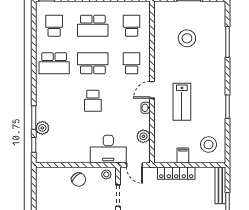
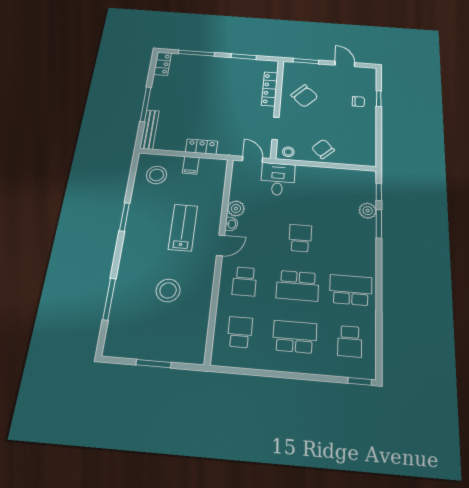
school desk: (132, 26) -> (240, 332), turned 180
stool: (187, 38) -> (168, 290), moved
plant: (143, 136) -> (236, 208), moved
desk: (108, 149) -> (278, 179), width x0.73
locker: (176, 173) -> (202, 147), width x0.66

